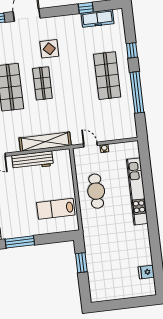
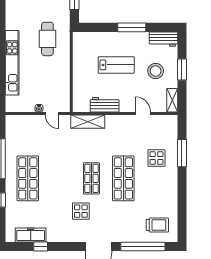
shelving: (45, 142) -> (88, 122), width x0.68
workbench: (33, 161) -> (105, 105), width x0.73
cafe table: (96, 191) -> (47, 39), moved
lab bench: (56, 209) -> (116, 65), moved

